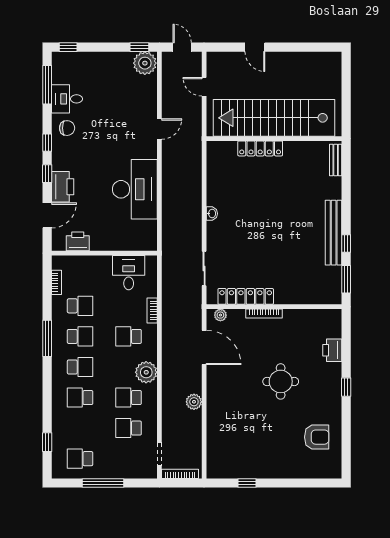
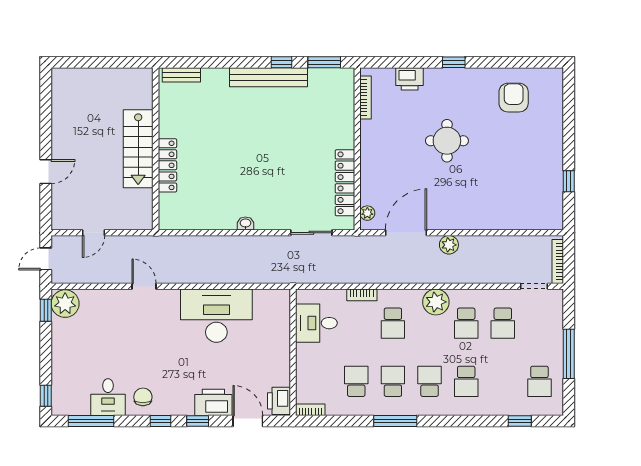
stairs: (274, 118) -> (138, 149), width x0.54, depth x0.66
printer: (78, 241) -> (279, 401), moved
bookcase: (56, 282) -> (310, 410), moved
bookcase: (264, 314) -> (365, 97), moved
plant: (194, 402) -> (449, 245), moved

